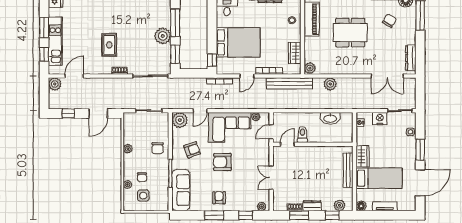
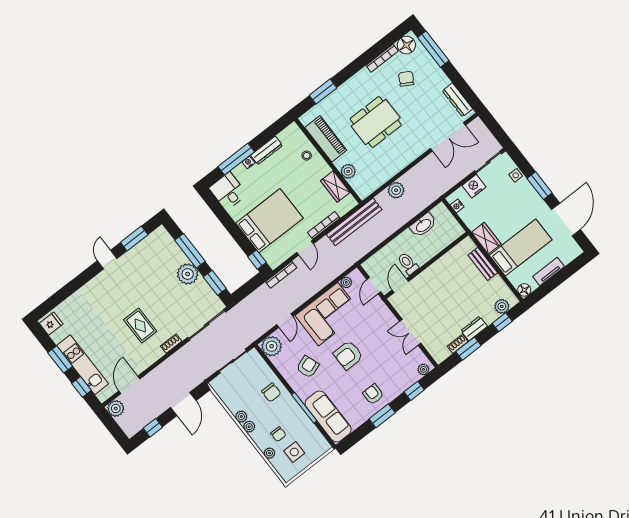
plant: (310, 68) -> (348, 171), moved
plant: (128, 159) -> (249, 427), added
bench: (348, 170) -> (483, 264), width x0.73

